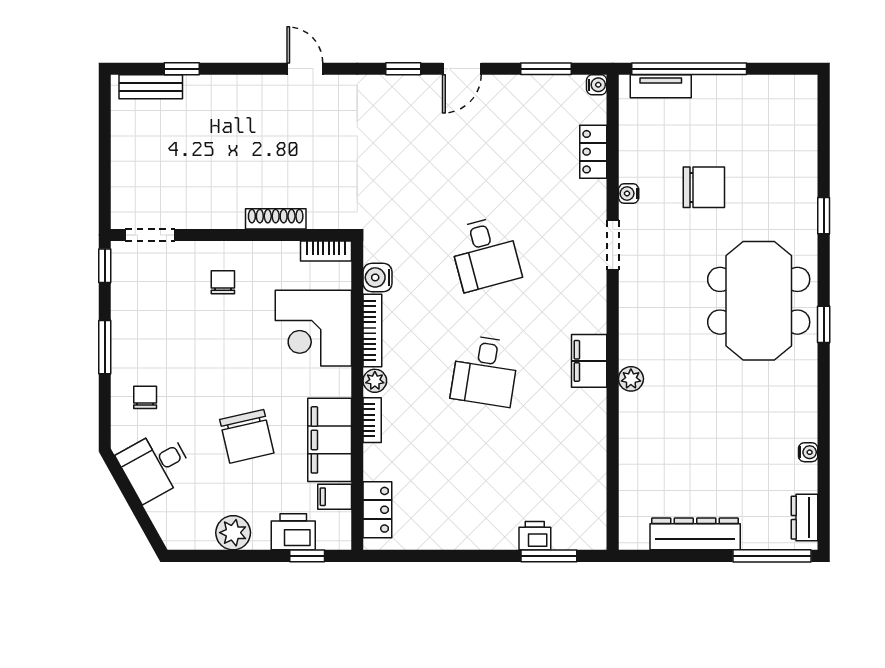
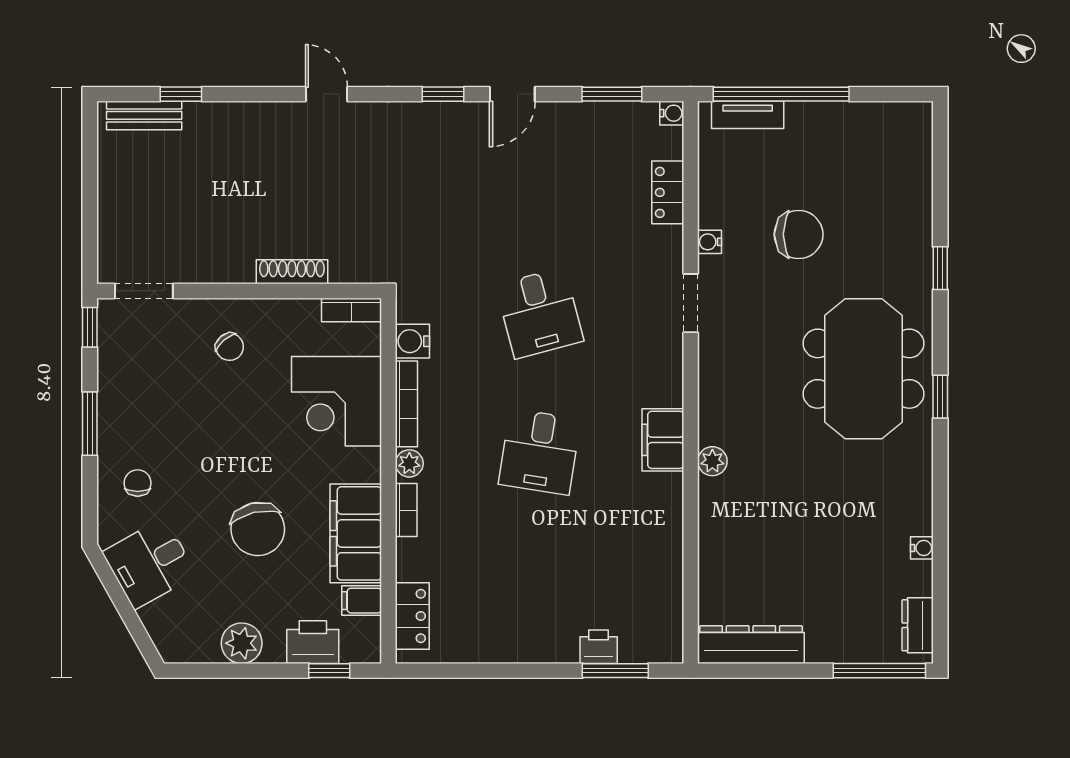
chair: (223, 282) -> (230, 347), turned 139
dresser: (695, 534) -> (751, 645), moved

